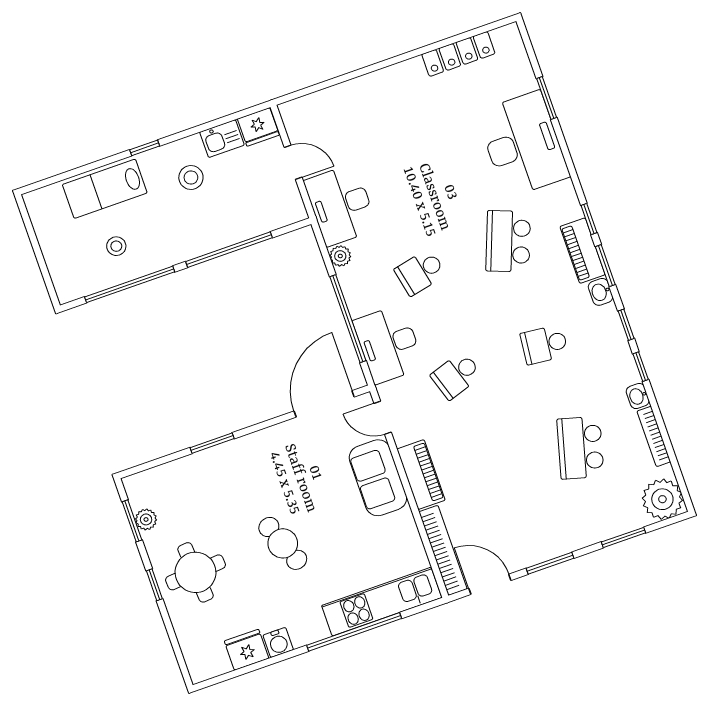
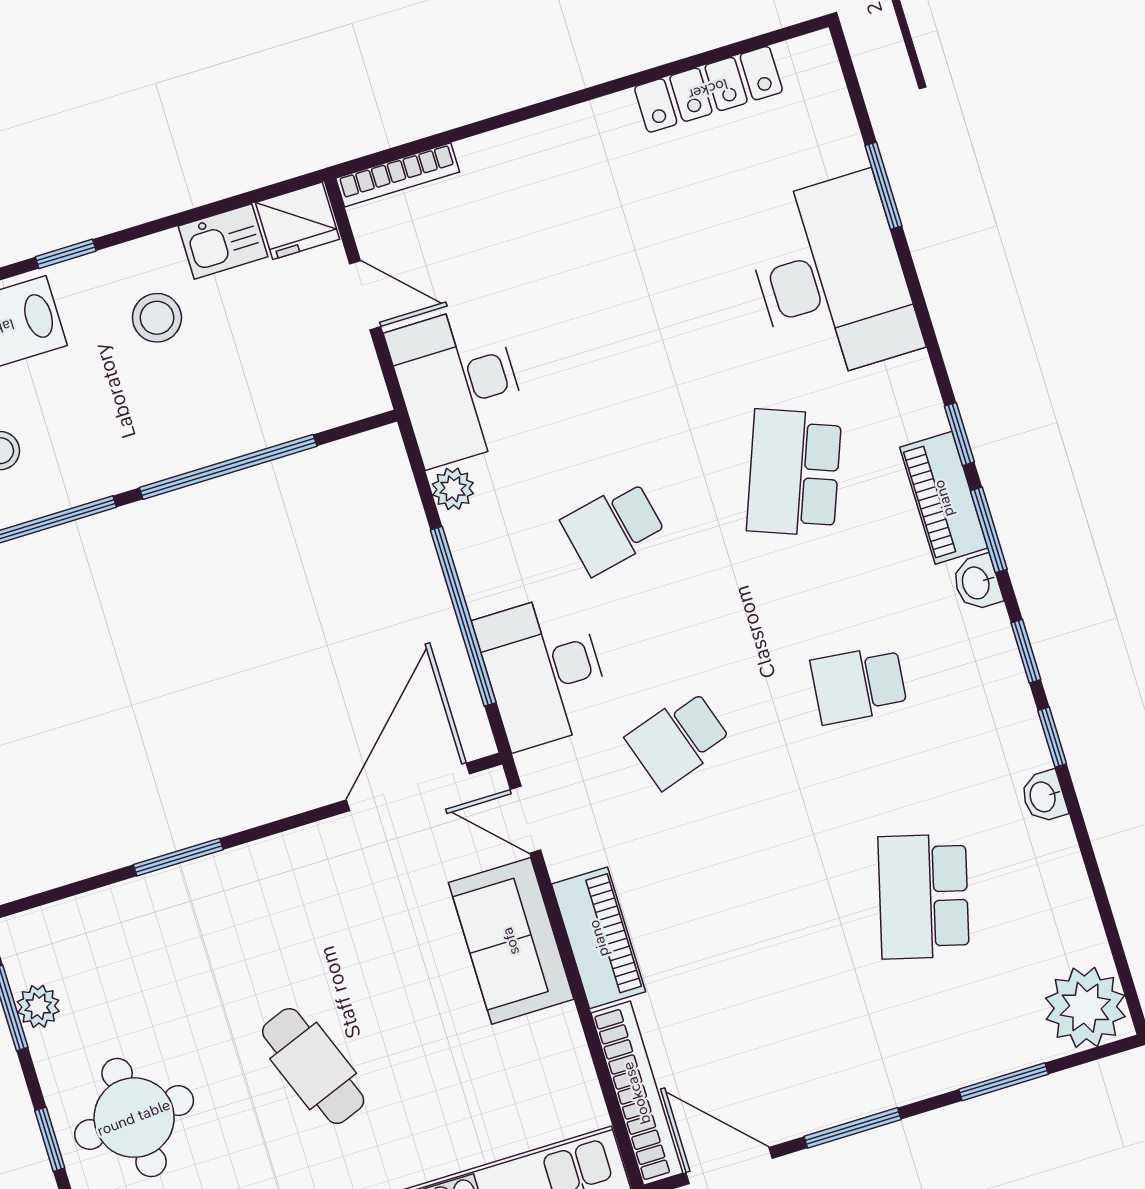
bookcase: (654, 436) -> (398, 175), moved, turned -90

